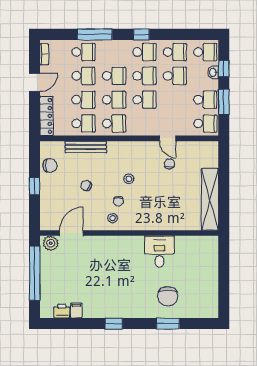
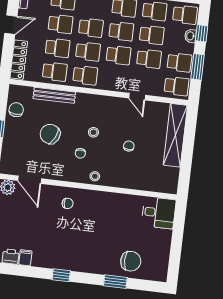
school desk: (175, 100) -> (149, 59), added
chair: (169, 164) -> (129, 146), moved
chair: (50, 166) -> (16, 110), turned -85
chair: (86, 186) -> (50, 134), width x1.87, depth x1.87
shelving: (210, 199) -> (175, 135), moved
stool: (113, 218) -> (95, 176), moved
door: (71, 233) -> (30, 180), swing flipped
chair: (112, 252) -> (68, 203), added
desk: (159, 252) -> (159, 213), moved, turned 90
chair: (168, 296) -> (131, 261), moved, turned -90

